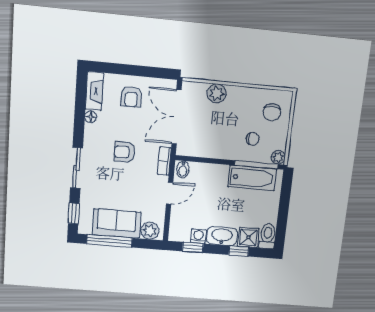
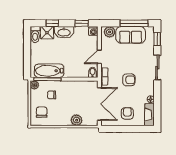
washing machine: (198, 236) -> (93, 31), moved

